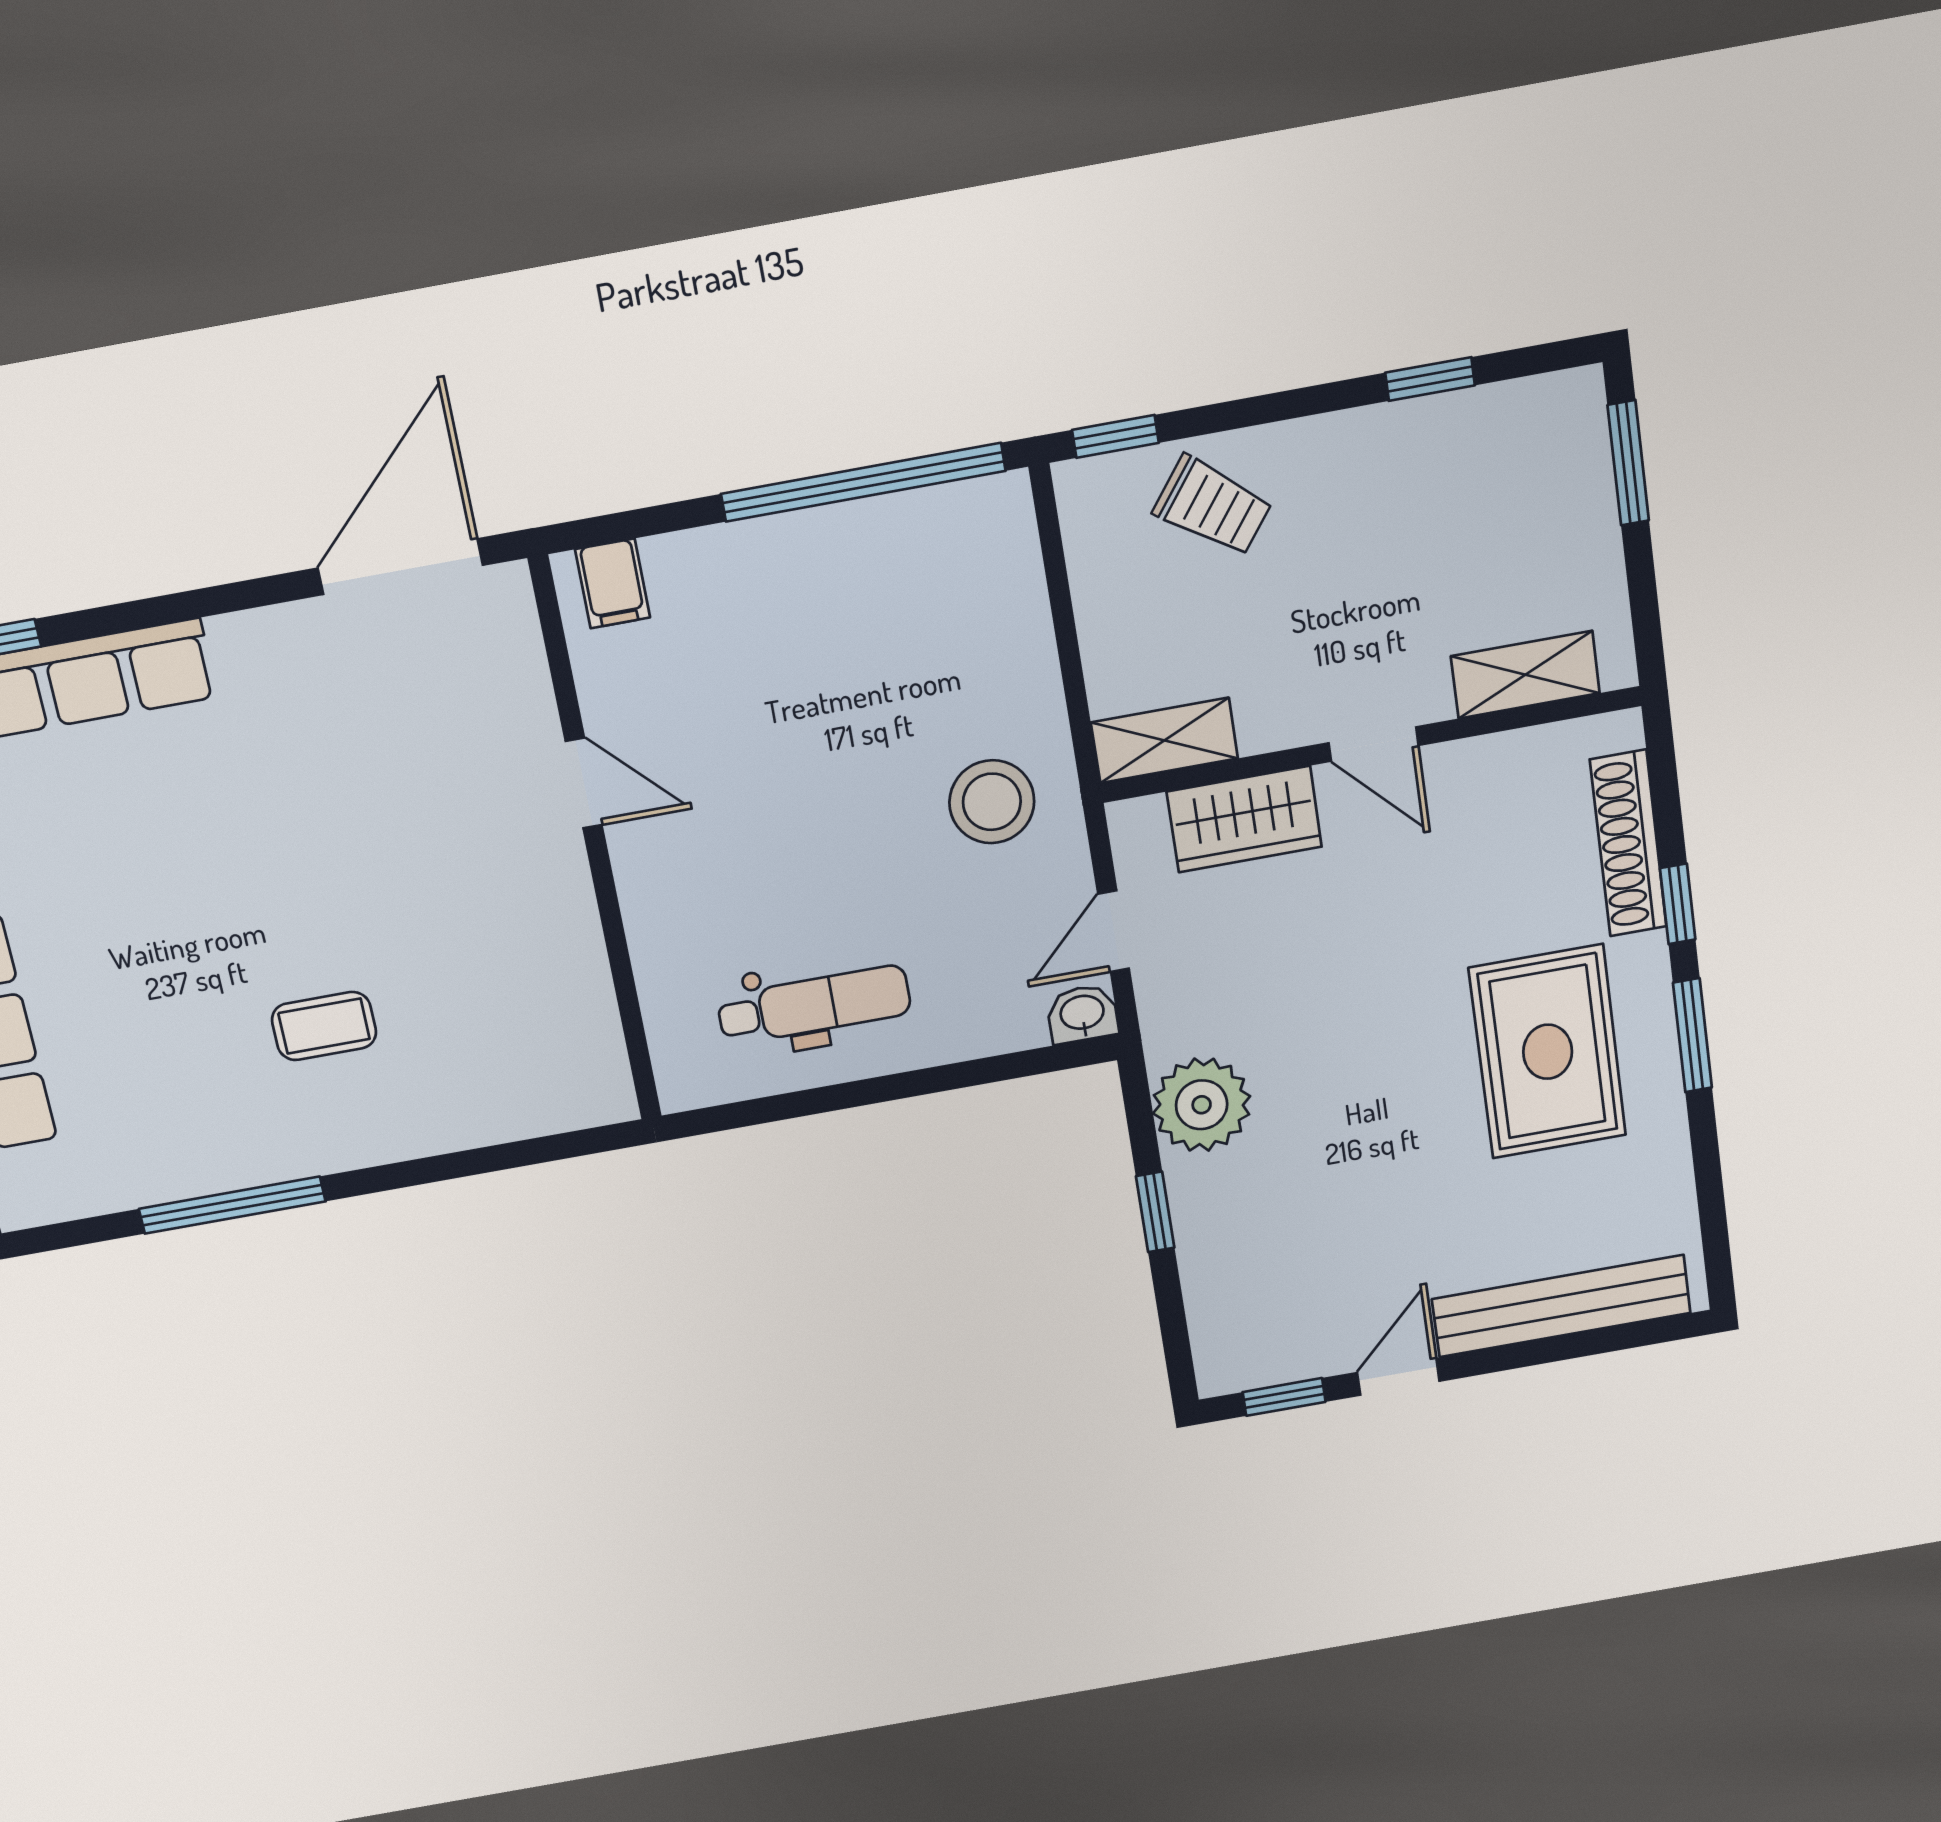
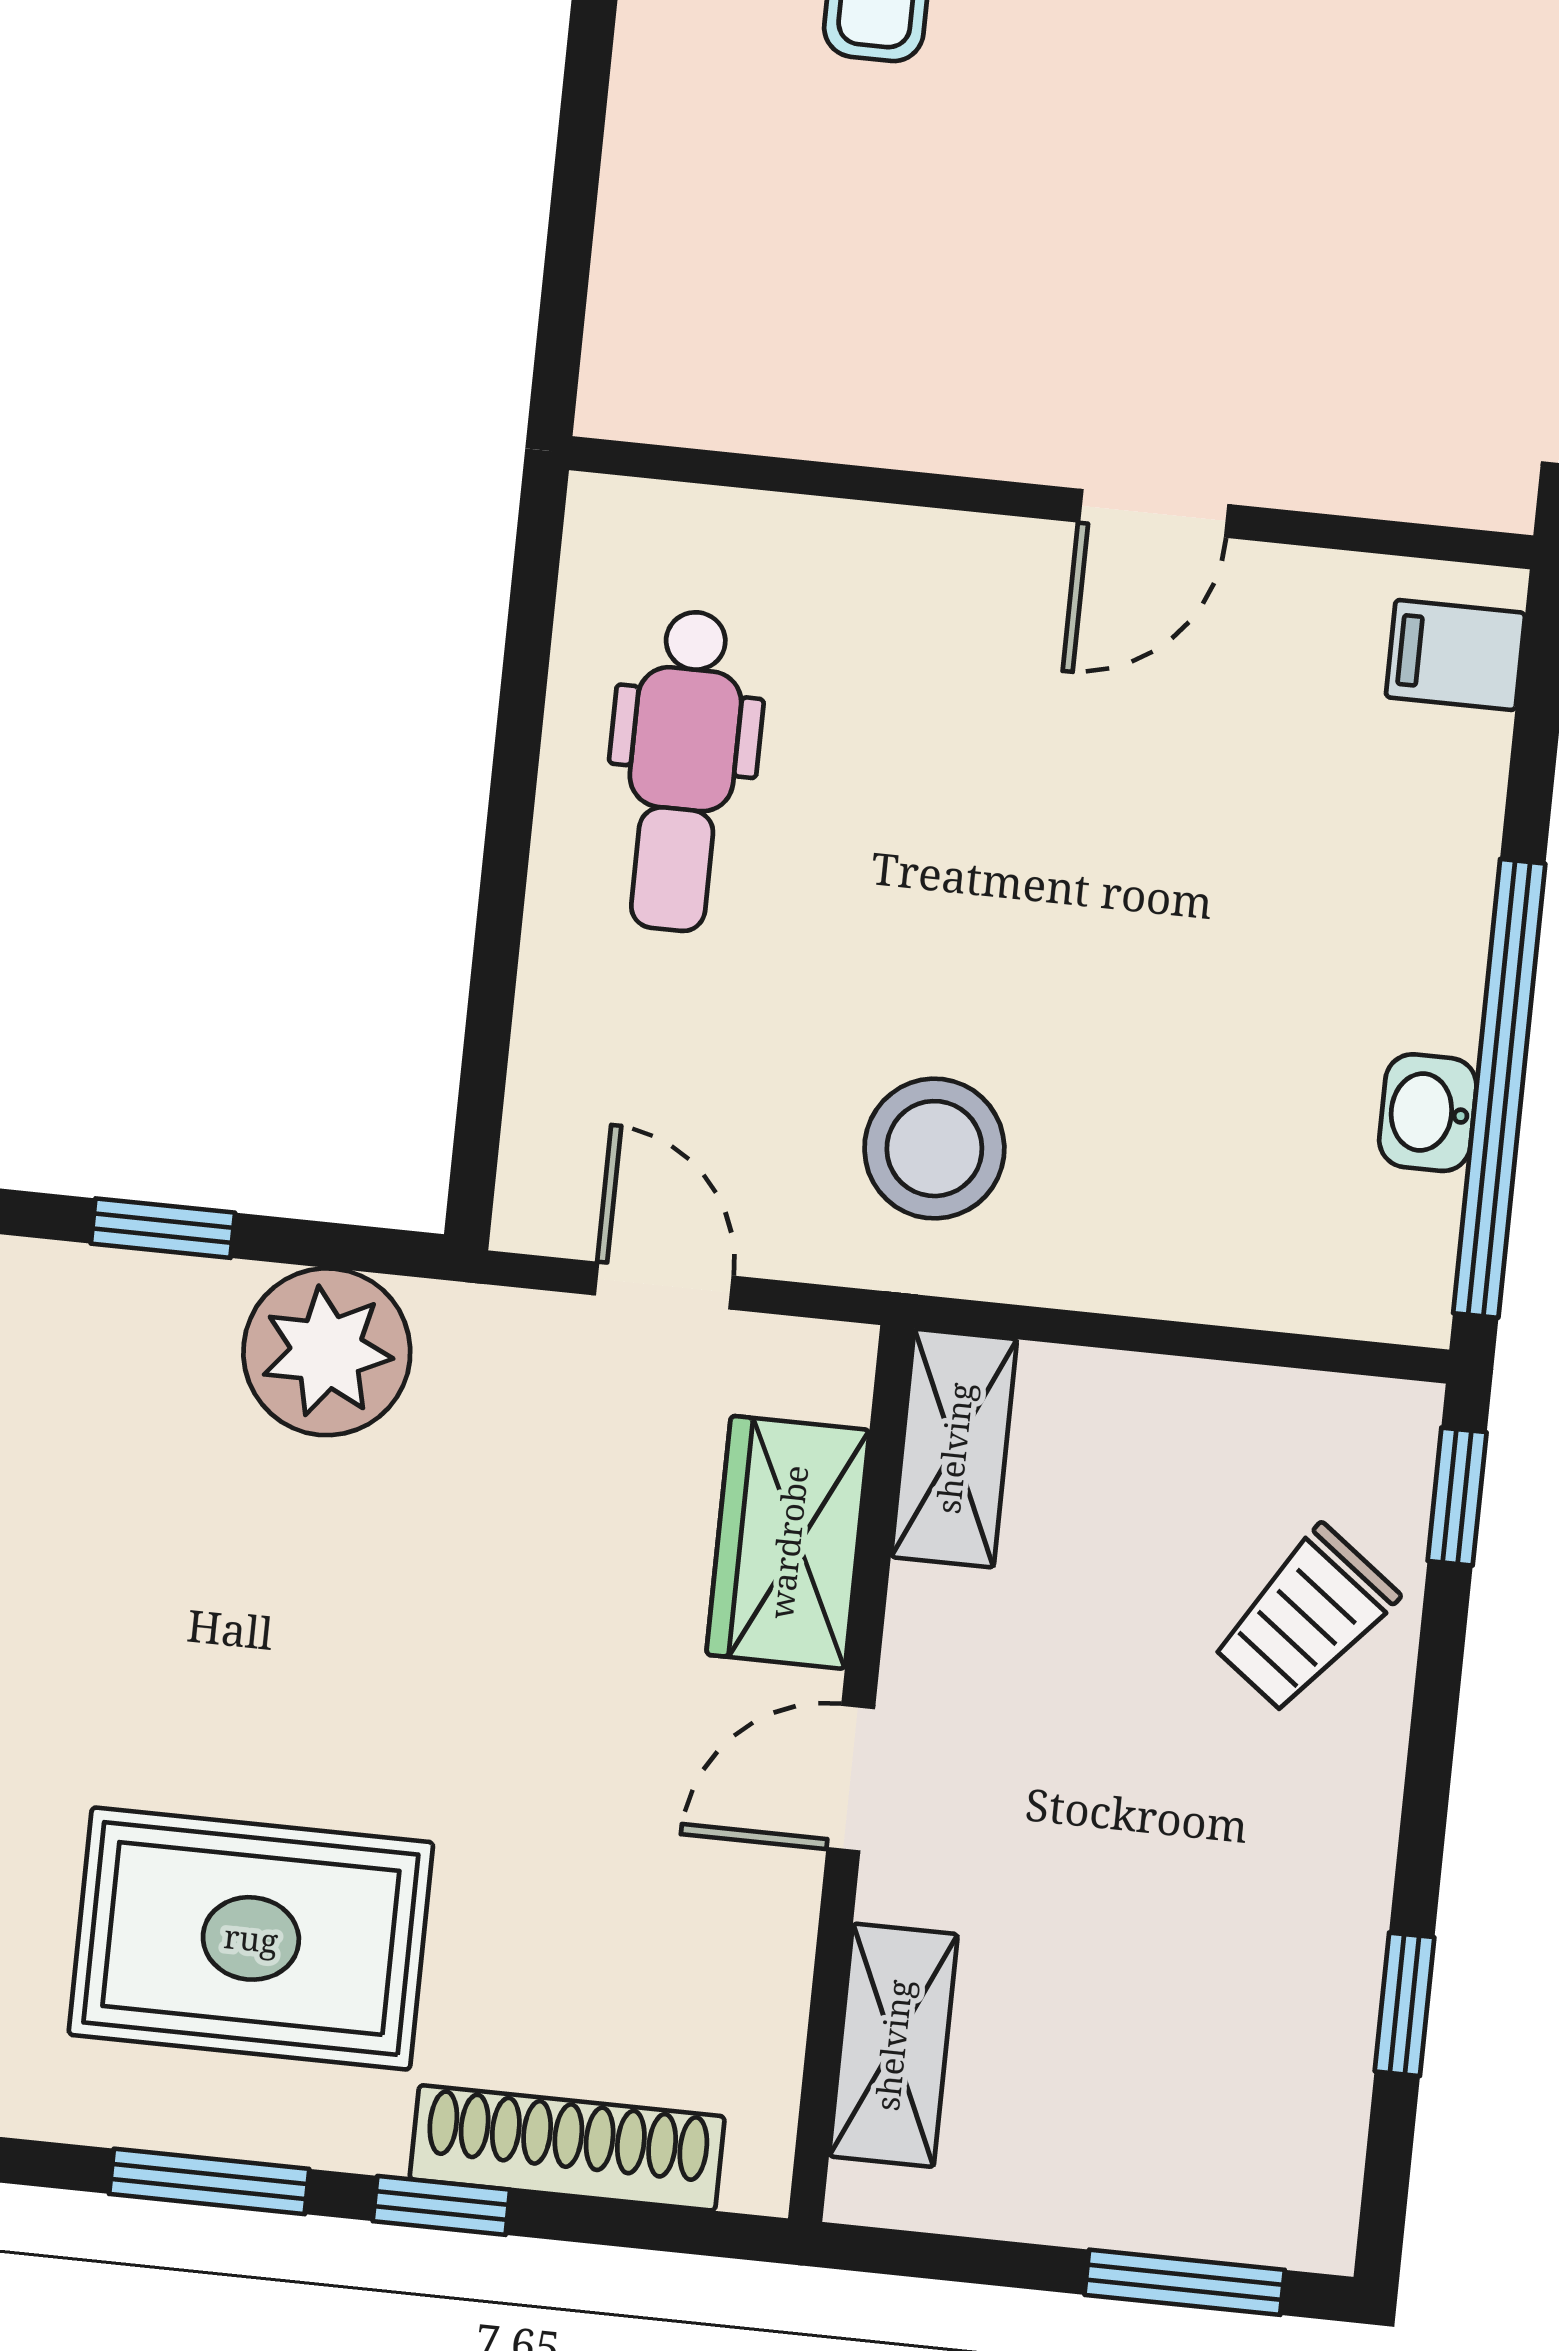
washbasin: (1082, 1014) -> (1428, 1113), moved, turned 180

